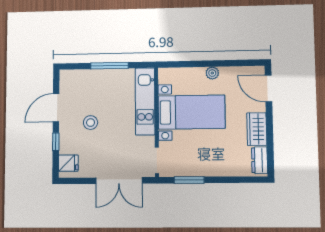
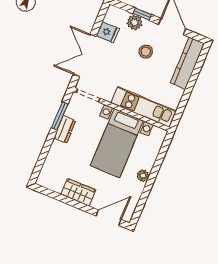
window: (109, 66) -> (189, 89), removed
kitchen counter: (85, 78) -> (187, 63), added
plant: (67, 146) -> (135, 22), added
dresser: (260, 160) -> (65, 129), moved, turned 90
fridge: (68, 163) -> (108, 32), moved, turned -90

